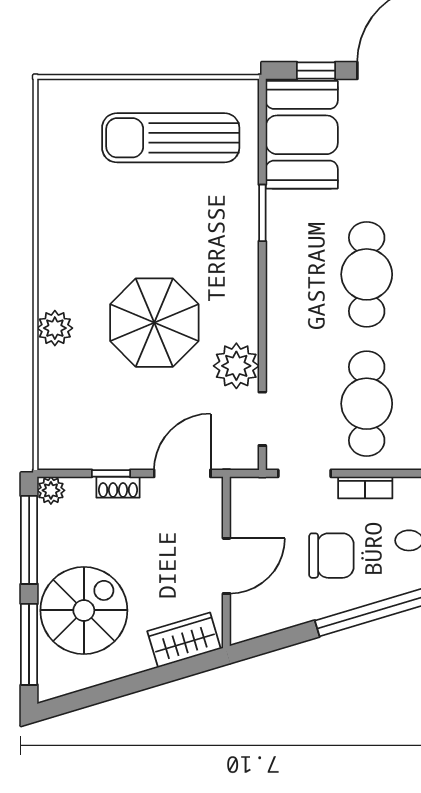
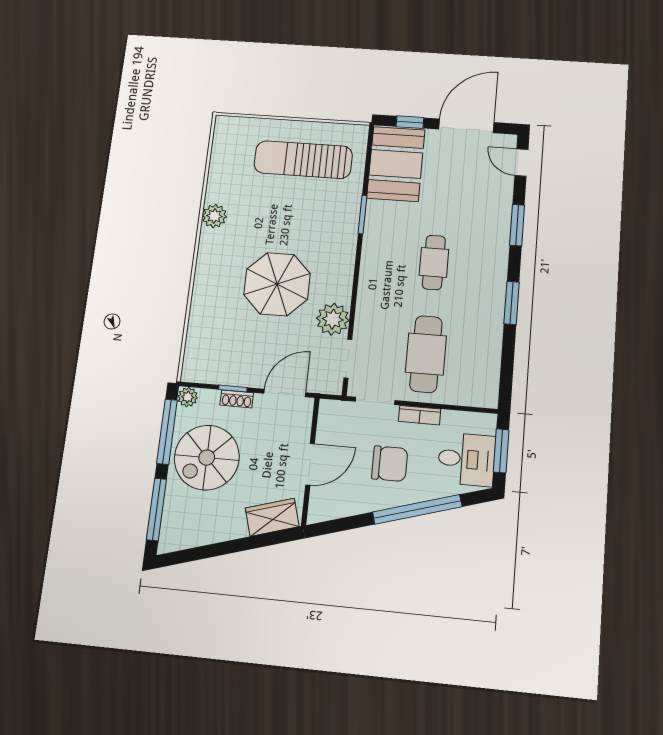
cafe table: (367, 274) -> (434, 262), width x0.73, depth x0.74
plant: (55, 328) -> (214, 216), moved
spiral stairs: (84, 610) -> (207, 458), moved, turned 180

